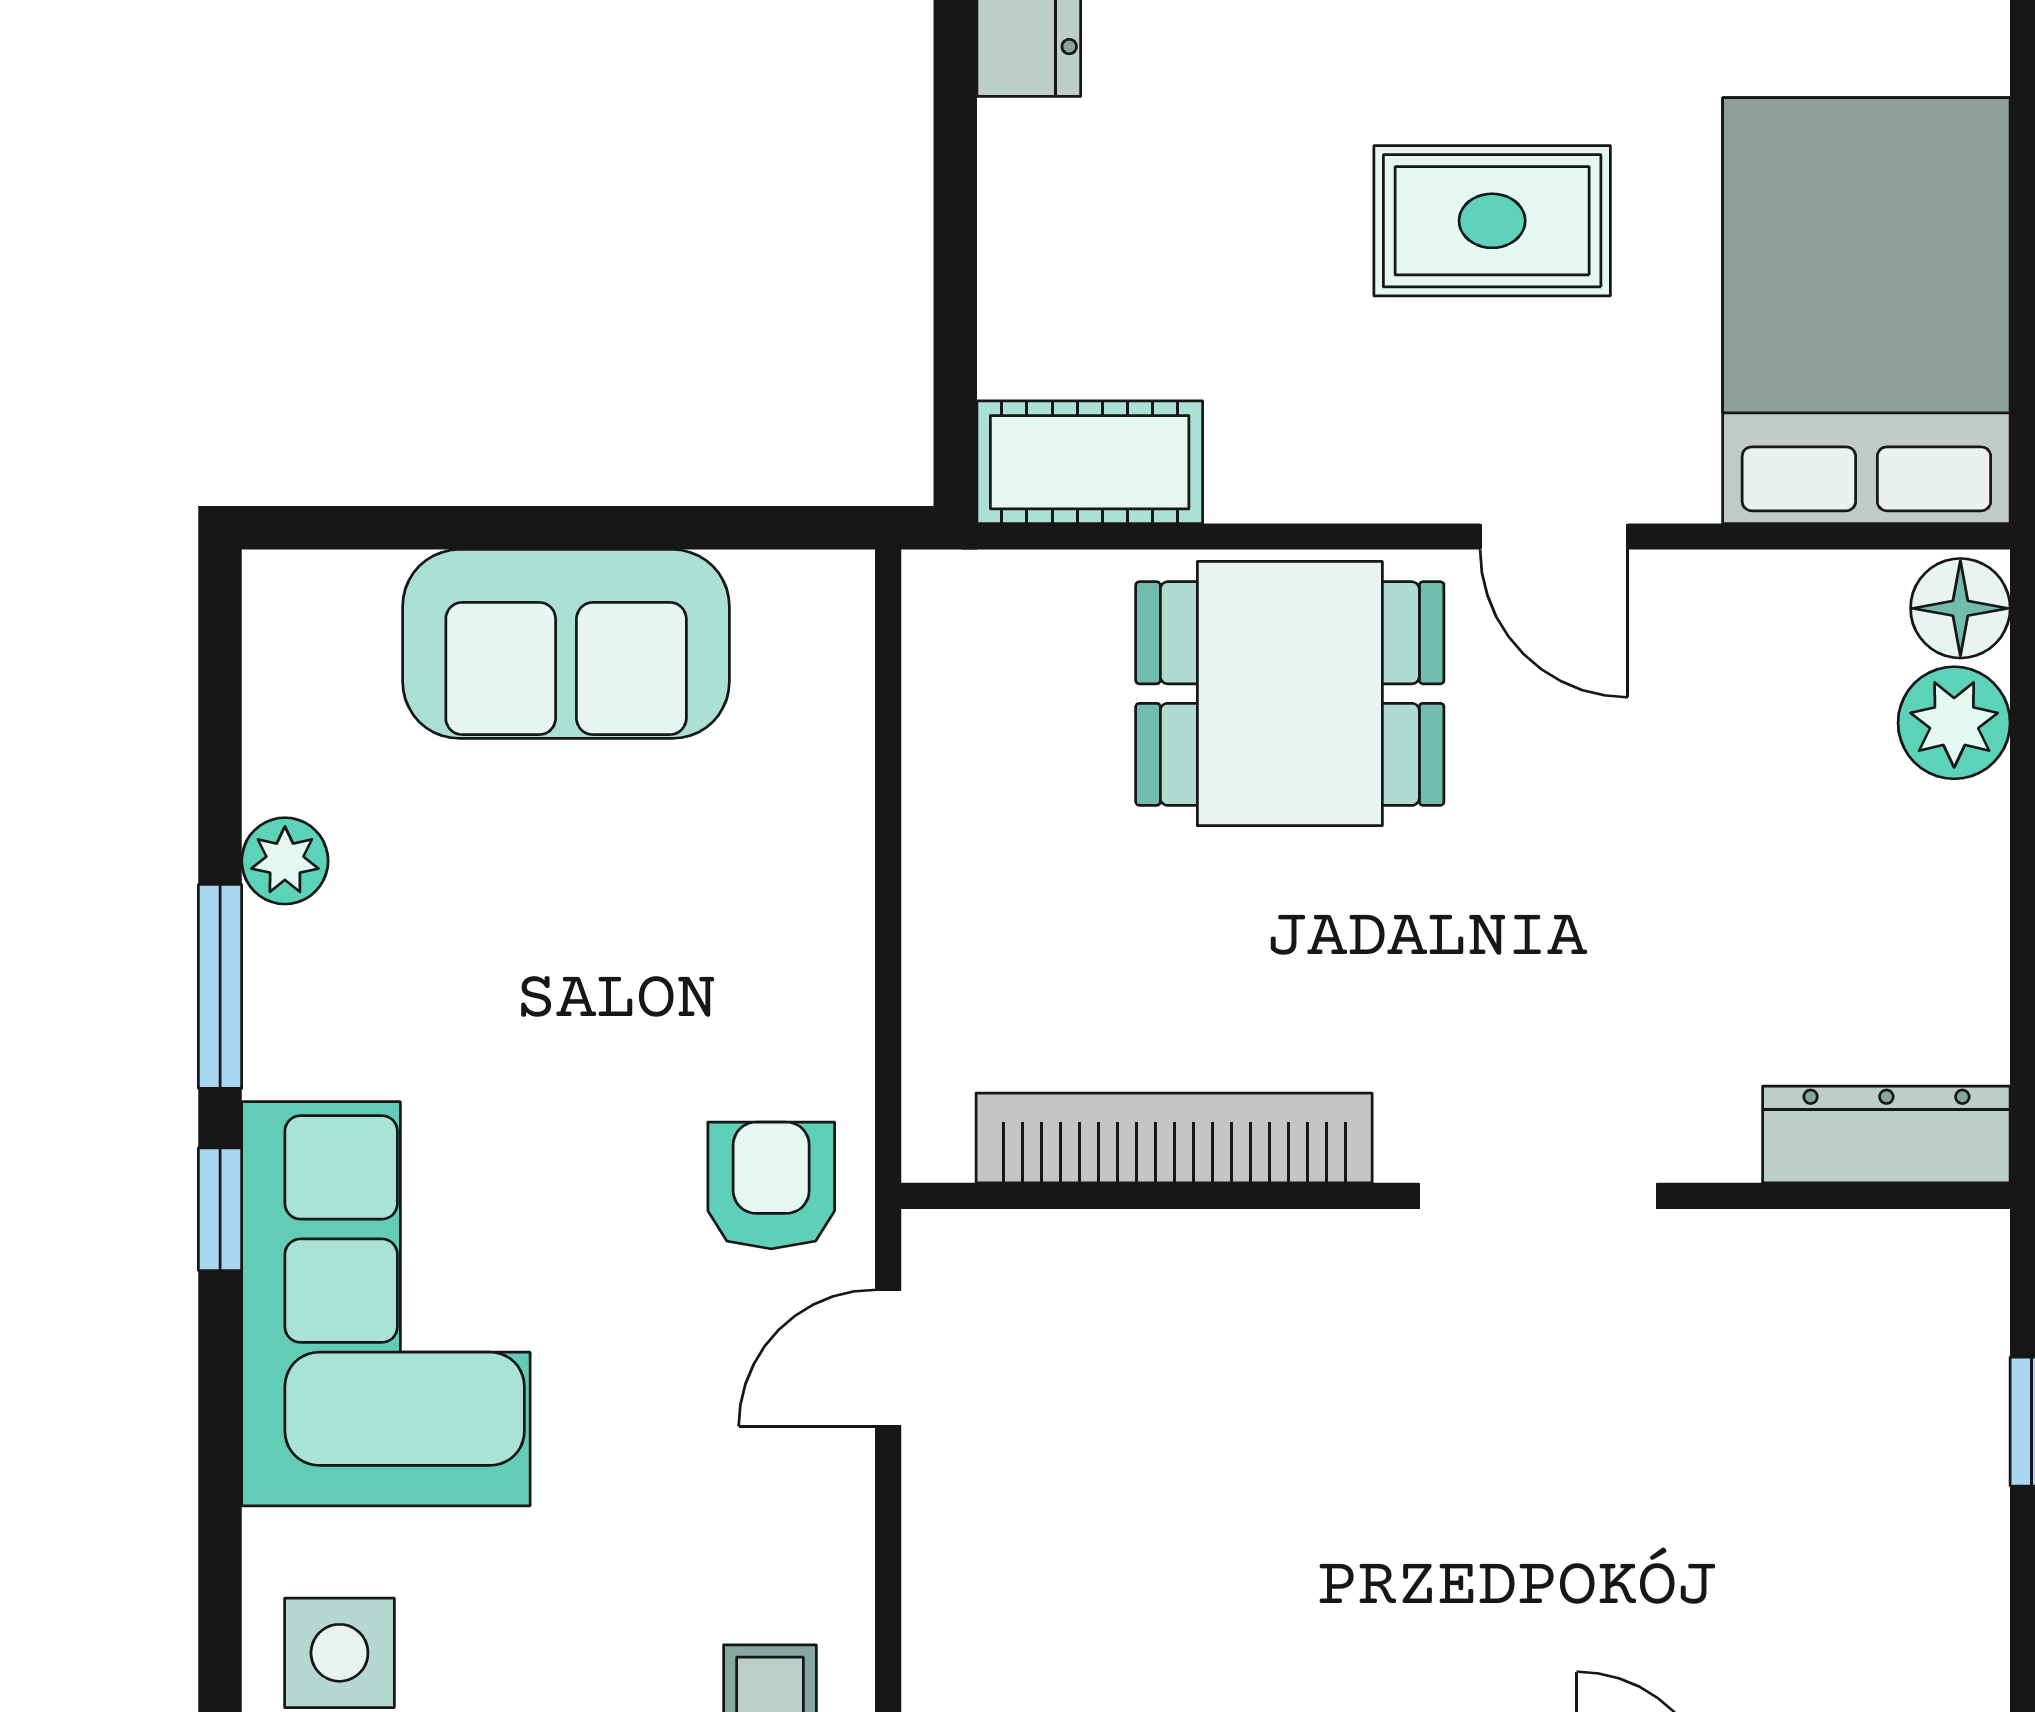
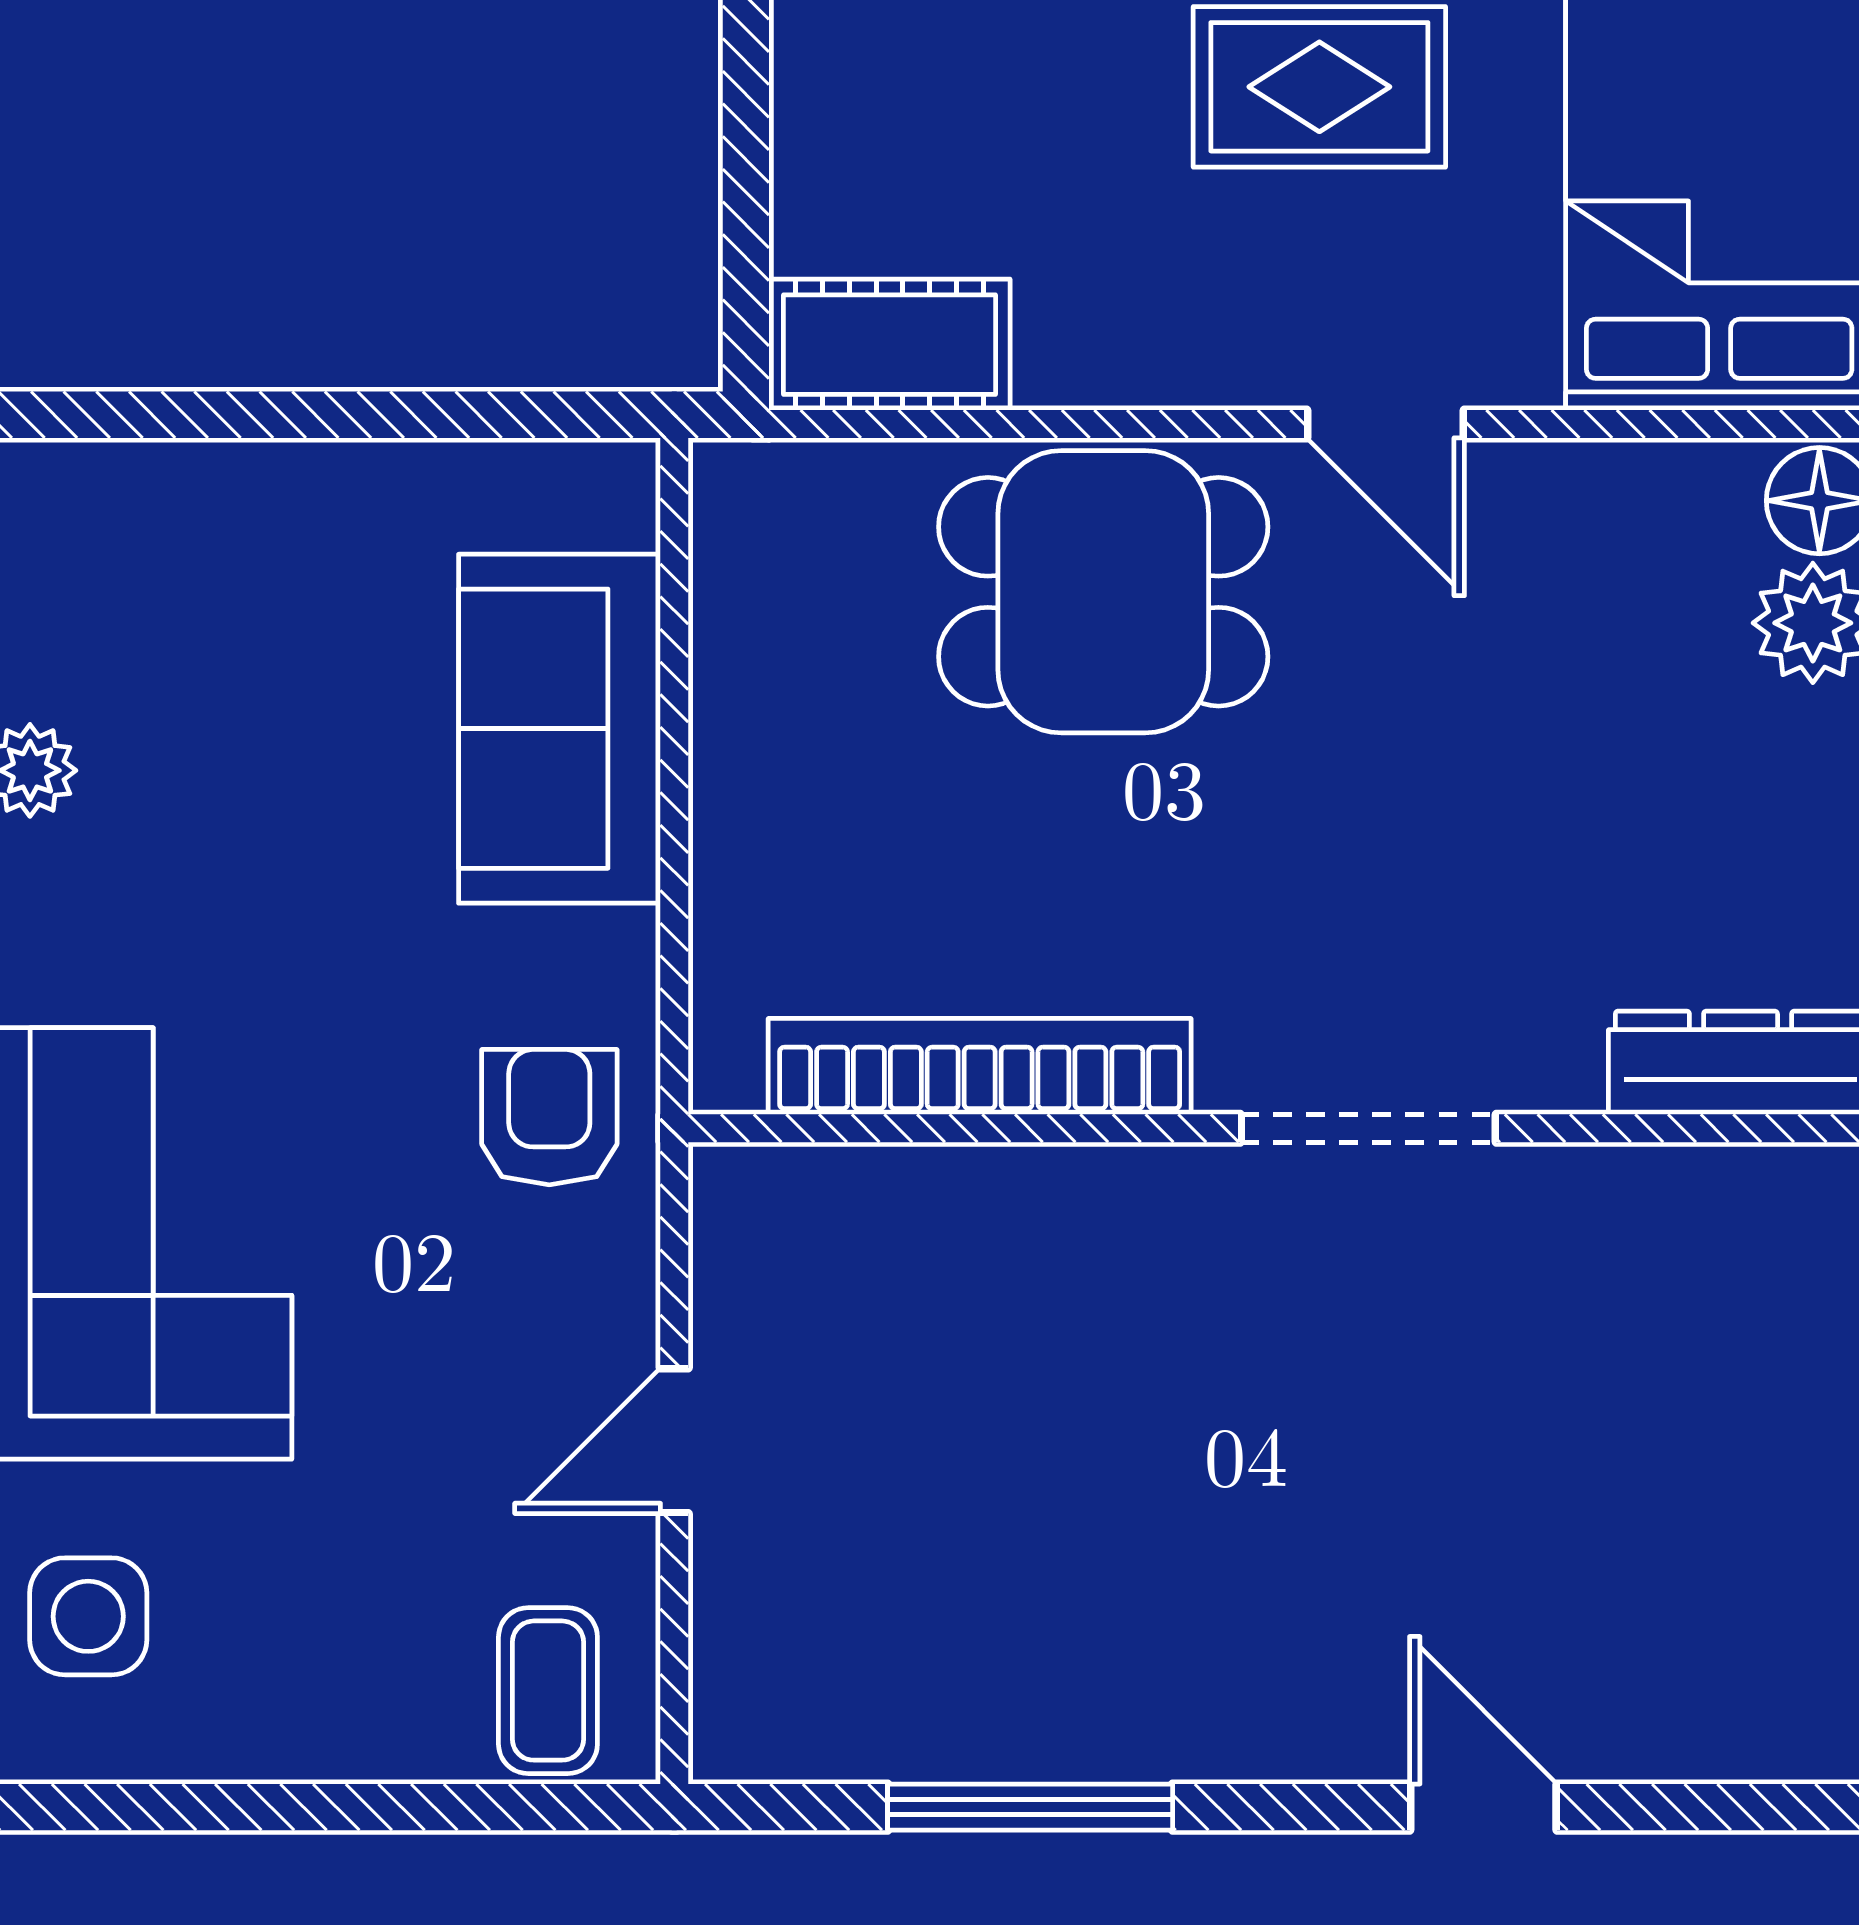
sofa: (566, 644) -> (560, 729), moved, turned 90
door: (888, 1358) -> (674, 1441), moved

